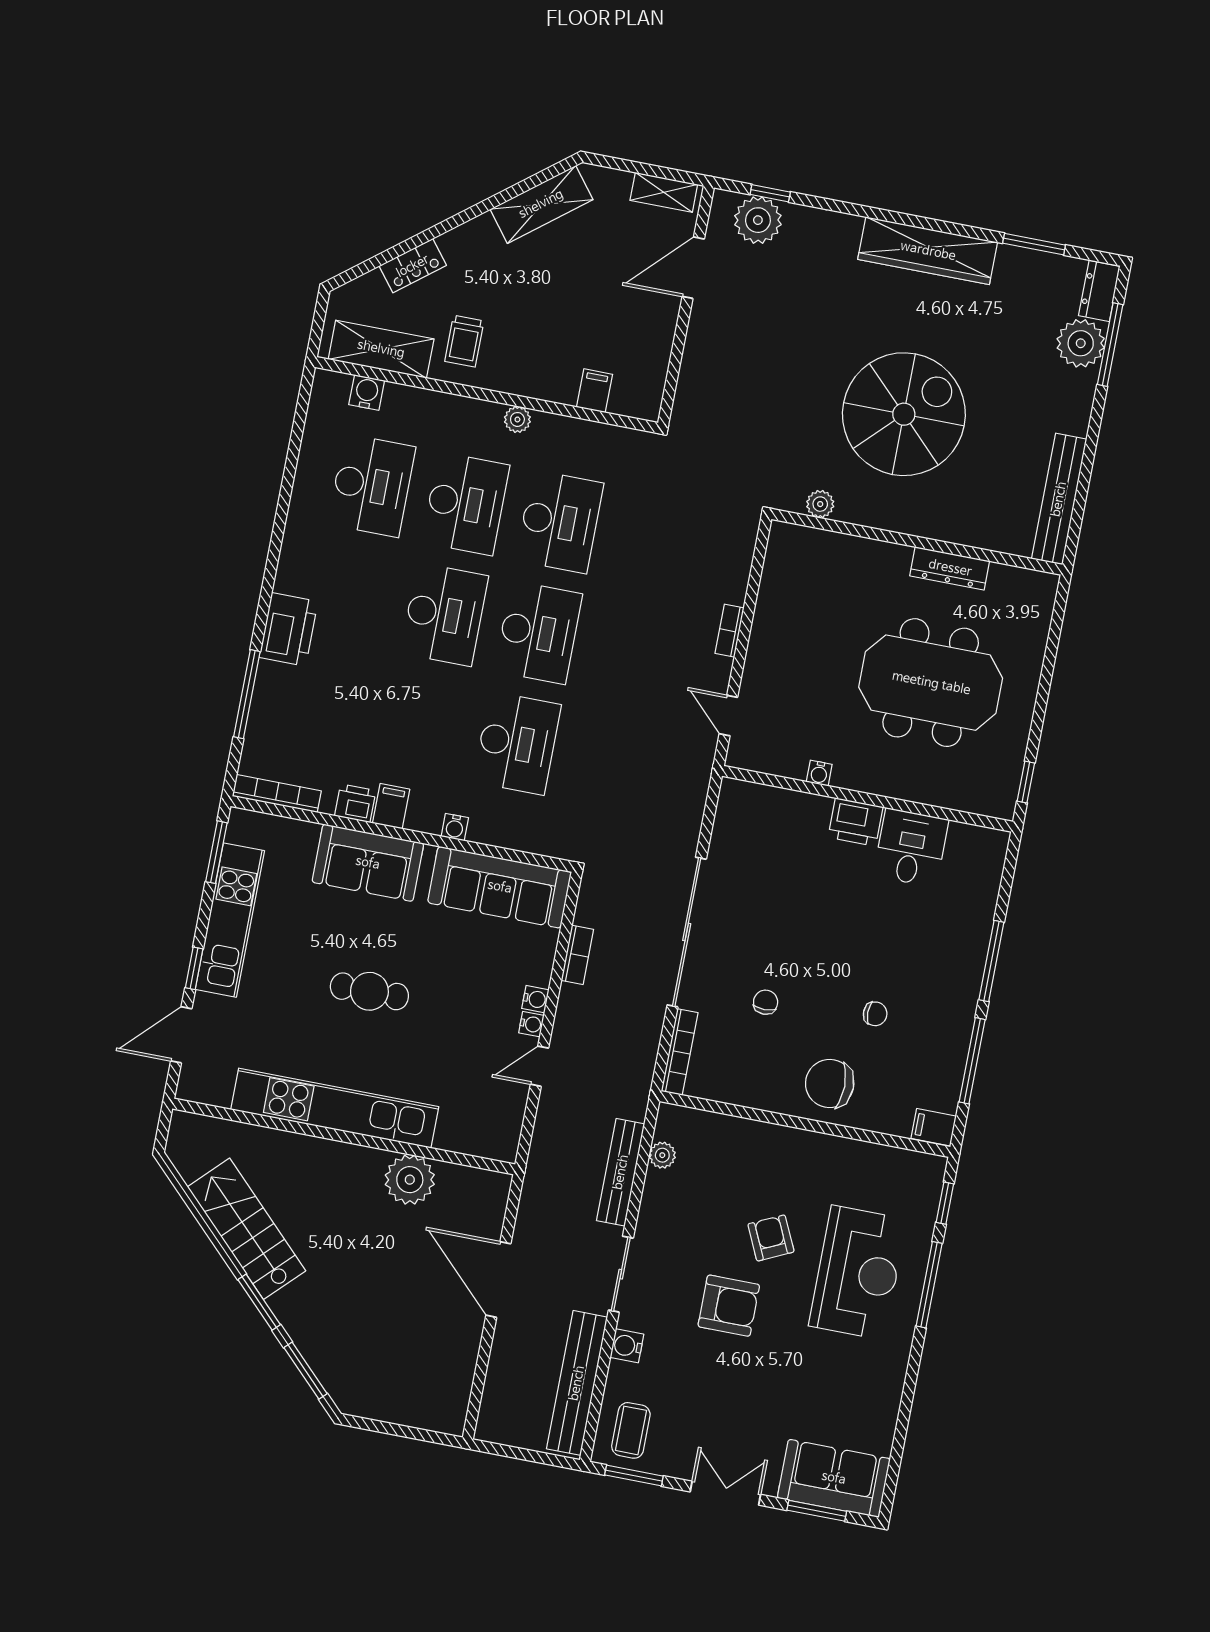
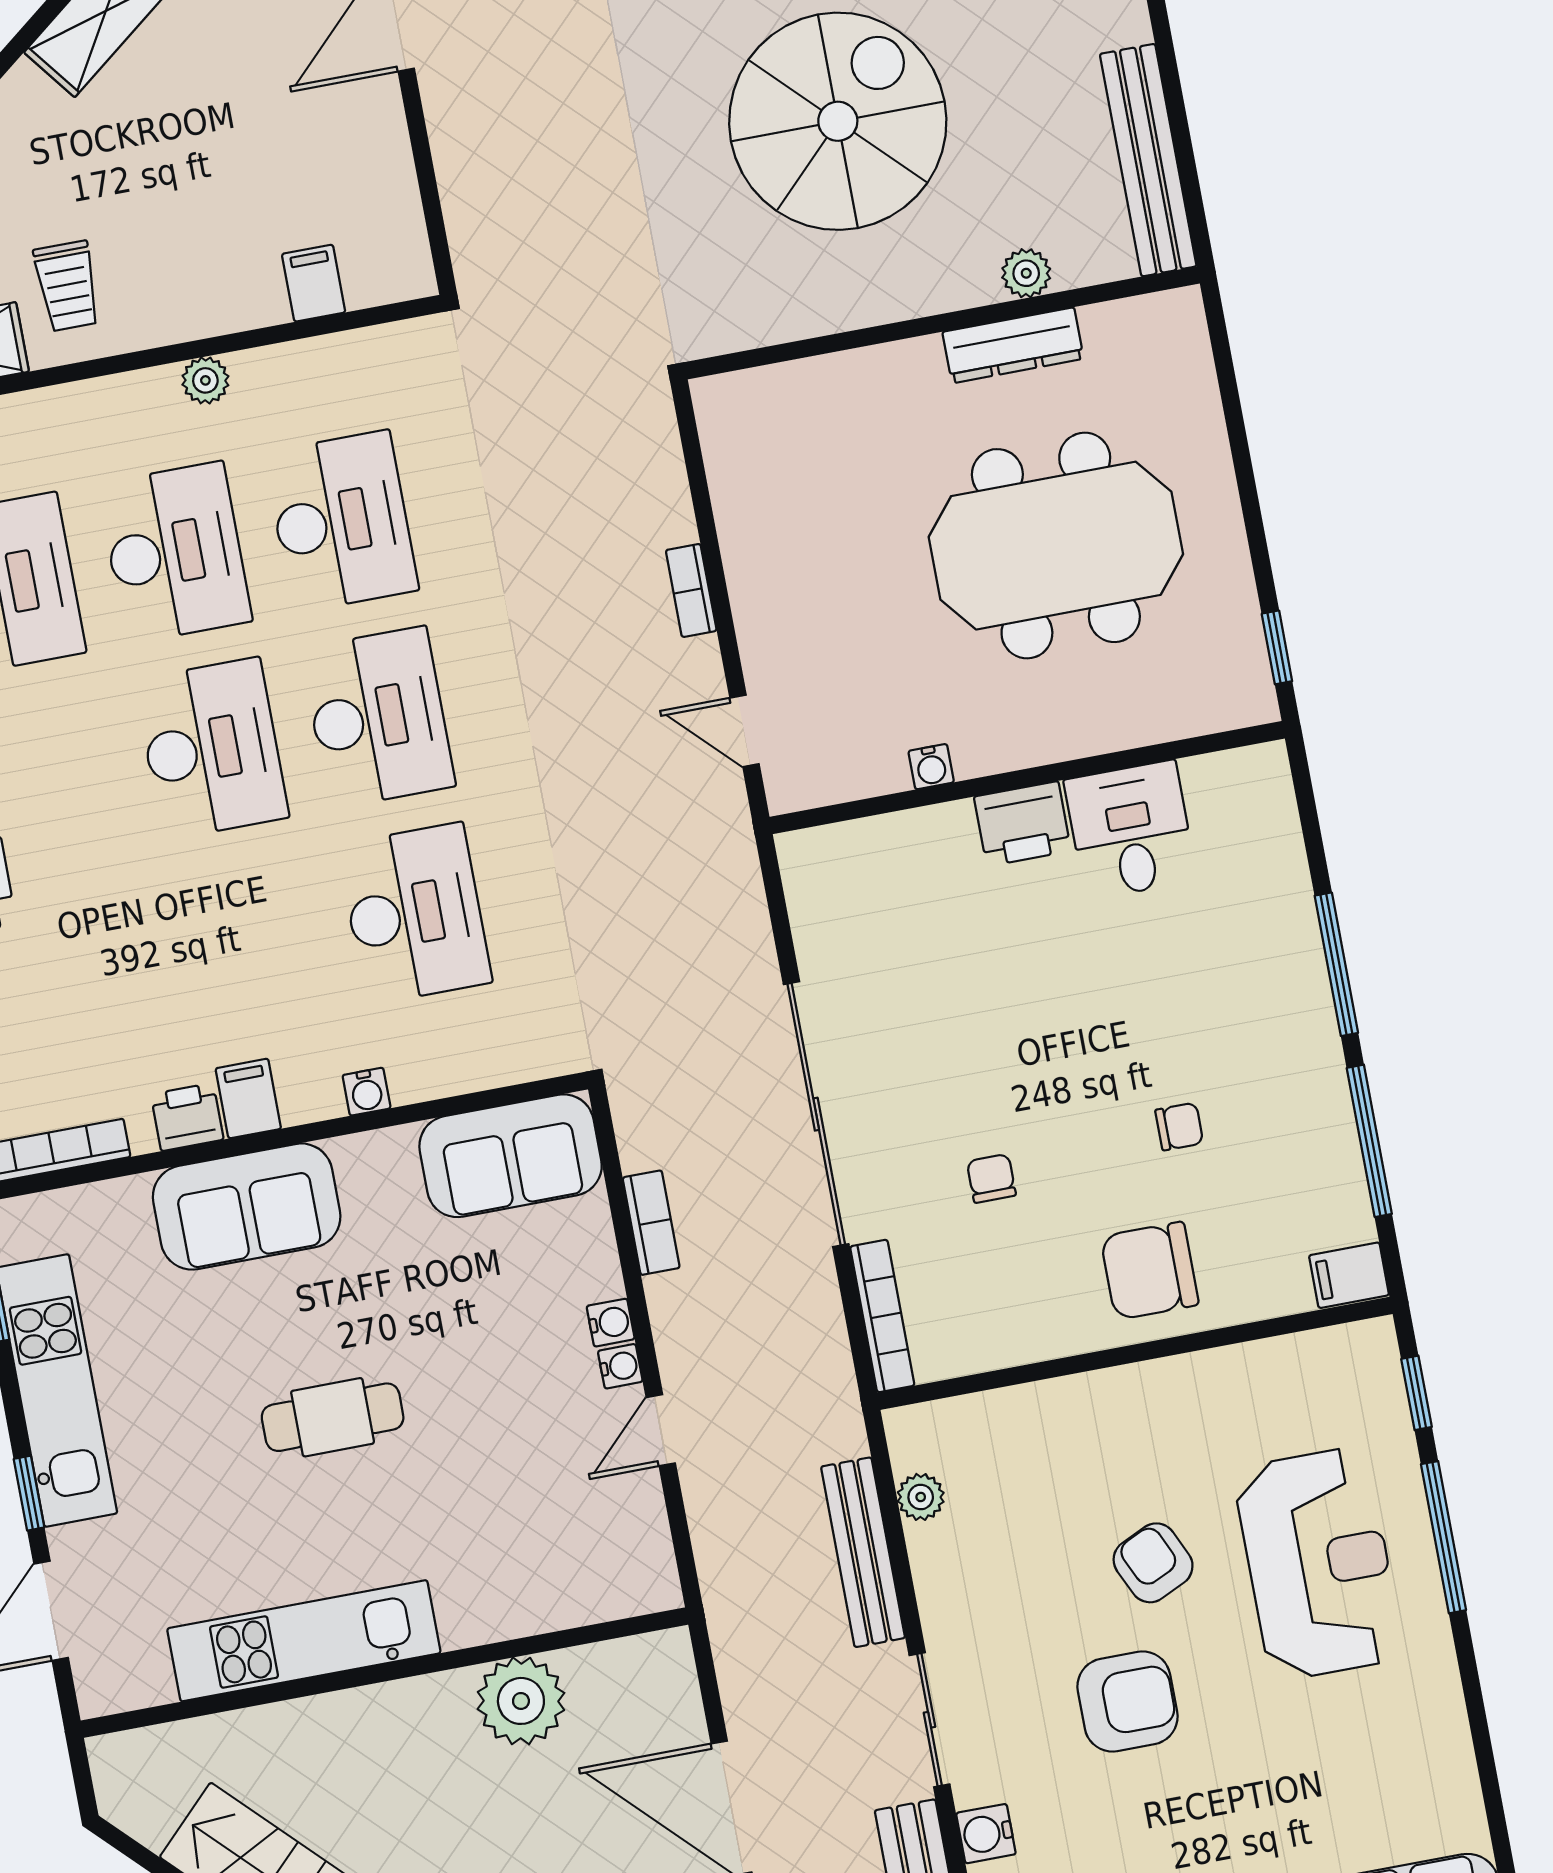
plant: (820, 504) -> (1026, 273), moved
sofa: (500, 887) -> (511, 1156), width x0.73
kitchen unit: (335, 1108) -> (304, 1641), width x0.73

